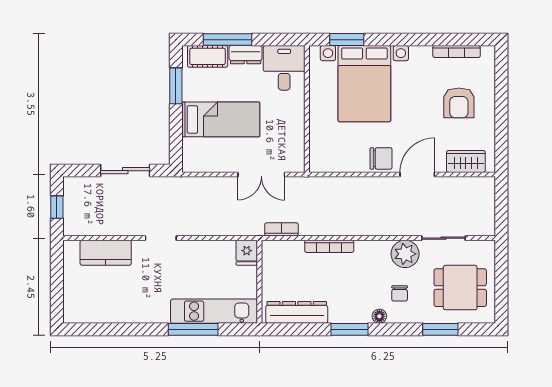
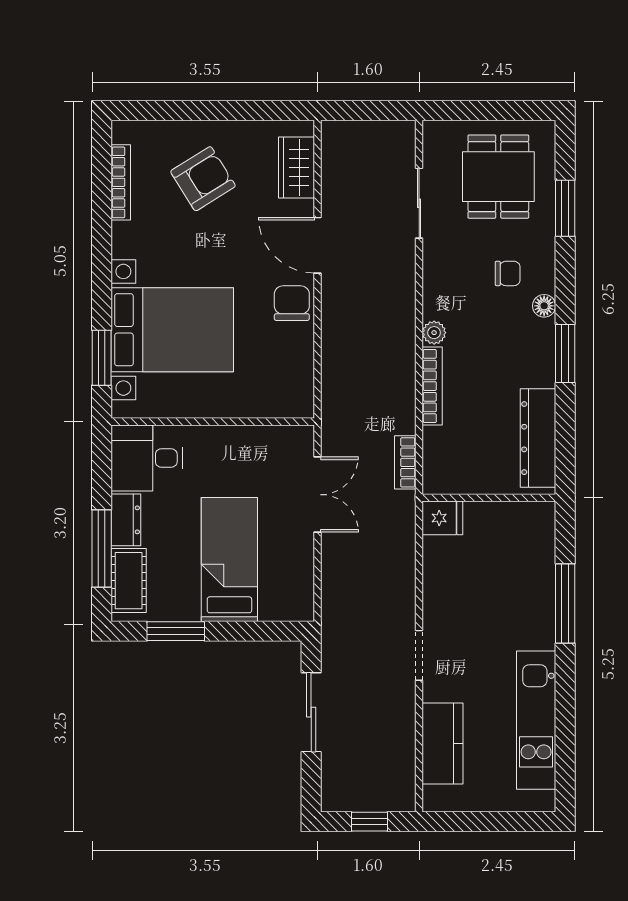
armchair: (459, 103) -> (203, 179), turned -32
plant: (405, 254) -> (434, 333), moved, width x0.53, depth x0.53
kitchen unit: (214, 311) -> (536, 720), moved

